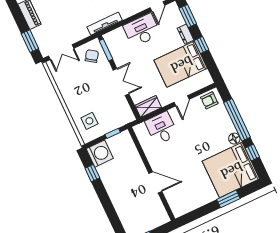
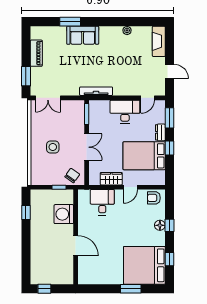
chair: (92, 56) -> (72, 175), moved
wardrobe: (148, 107) -> (111, 179), moved
window: (237, 120) -> (169, 225), width x0.32
side table: (89, 121) -> (53, 147), moved
floor lamp: (234, 139) -> (160, 225), moved
washing machine: (100, 154) -> (64, 214), moved, turned 180

